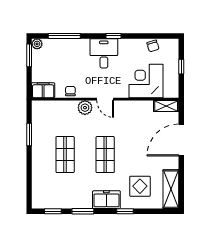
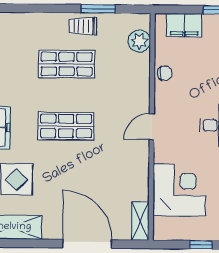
filing cabinet: (43, 90) -> (184, 25), moved, turned 90
plant: (85, 108) -> (139, 41), moved
trolley: (40, 144) -> (83, 26), added

